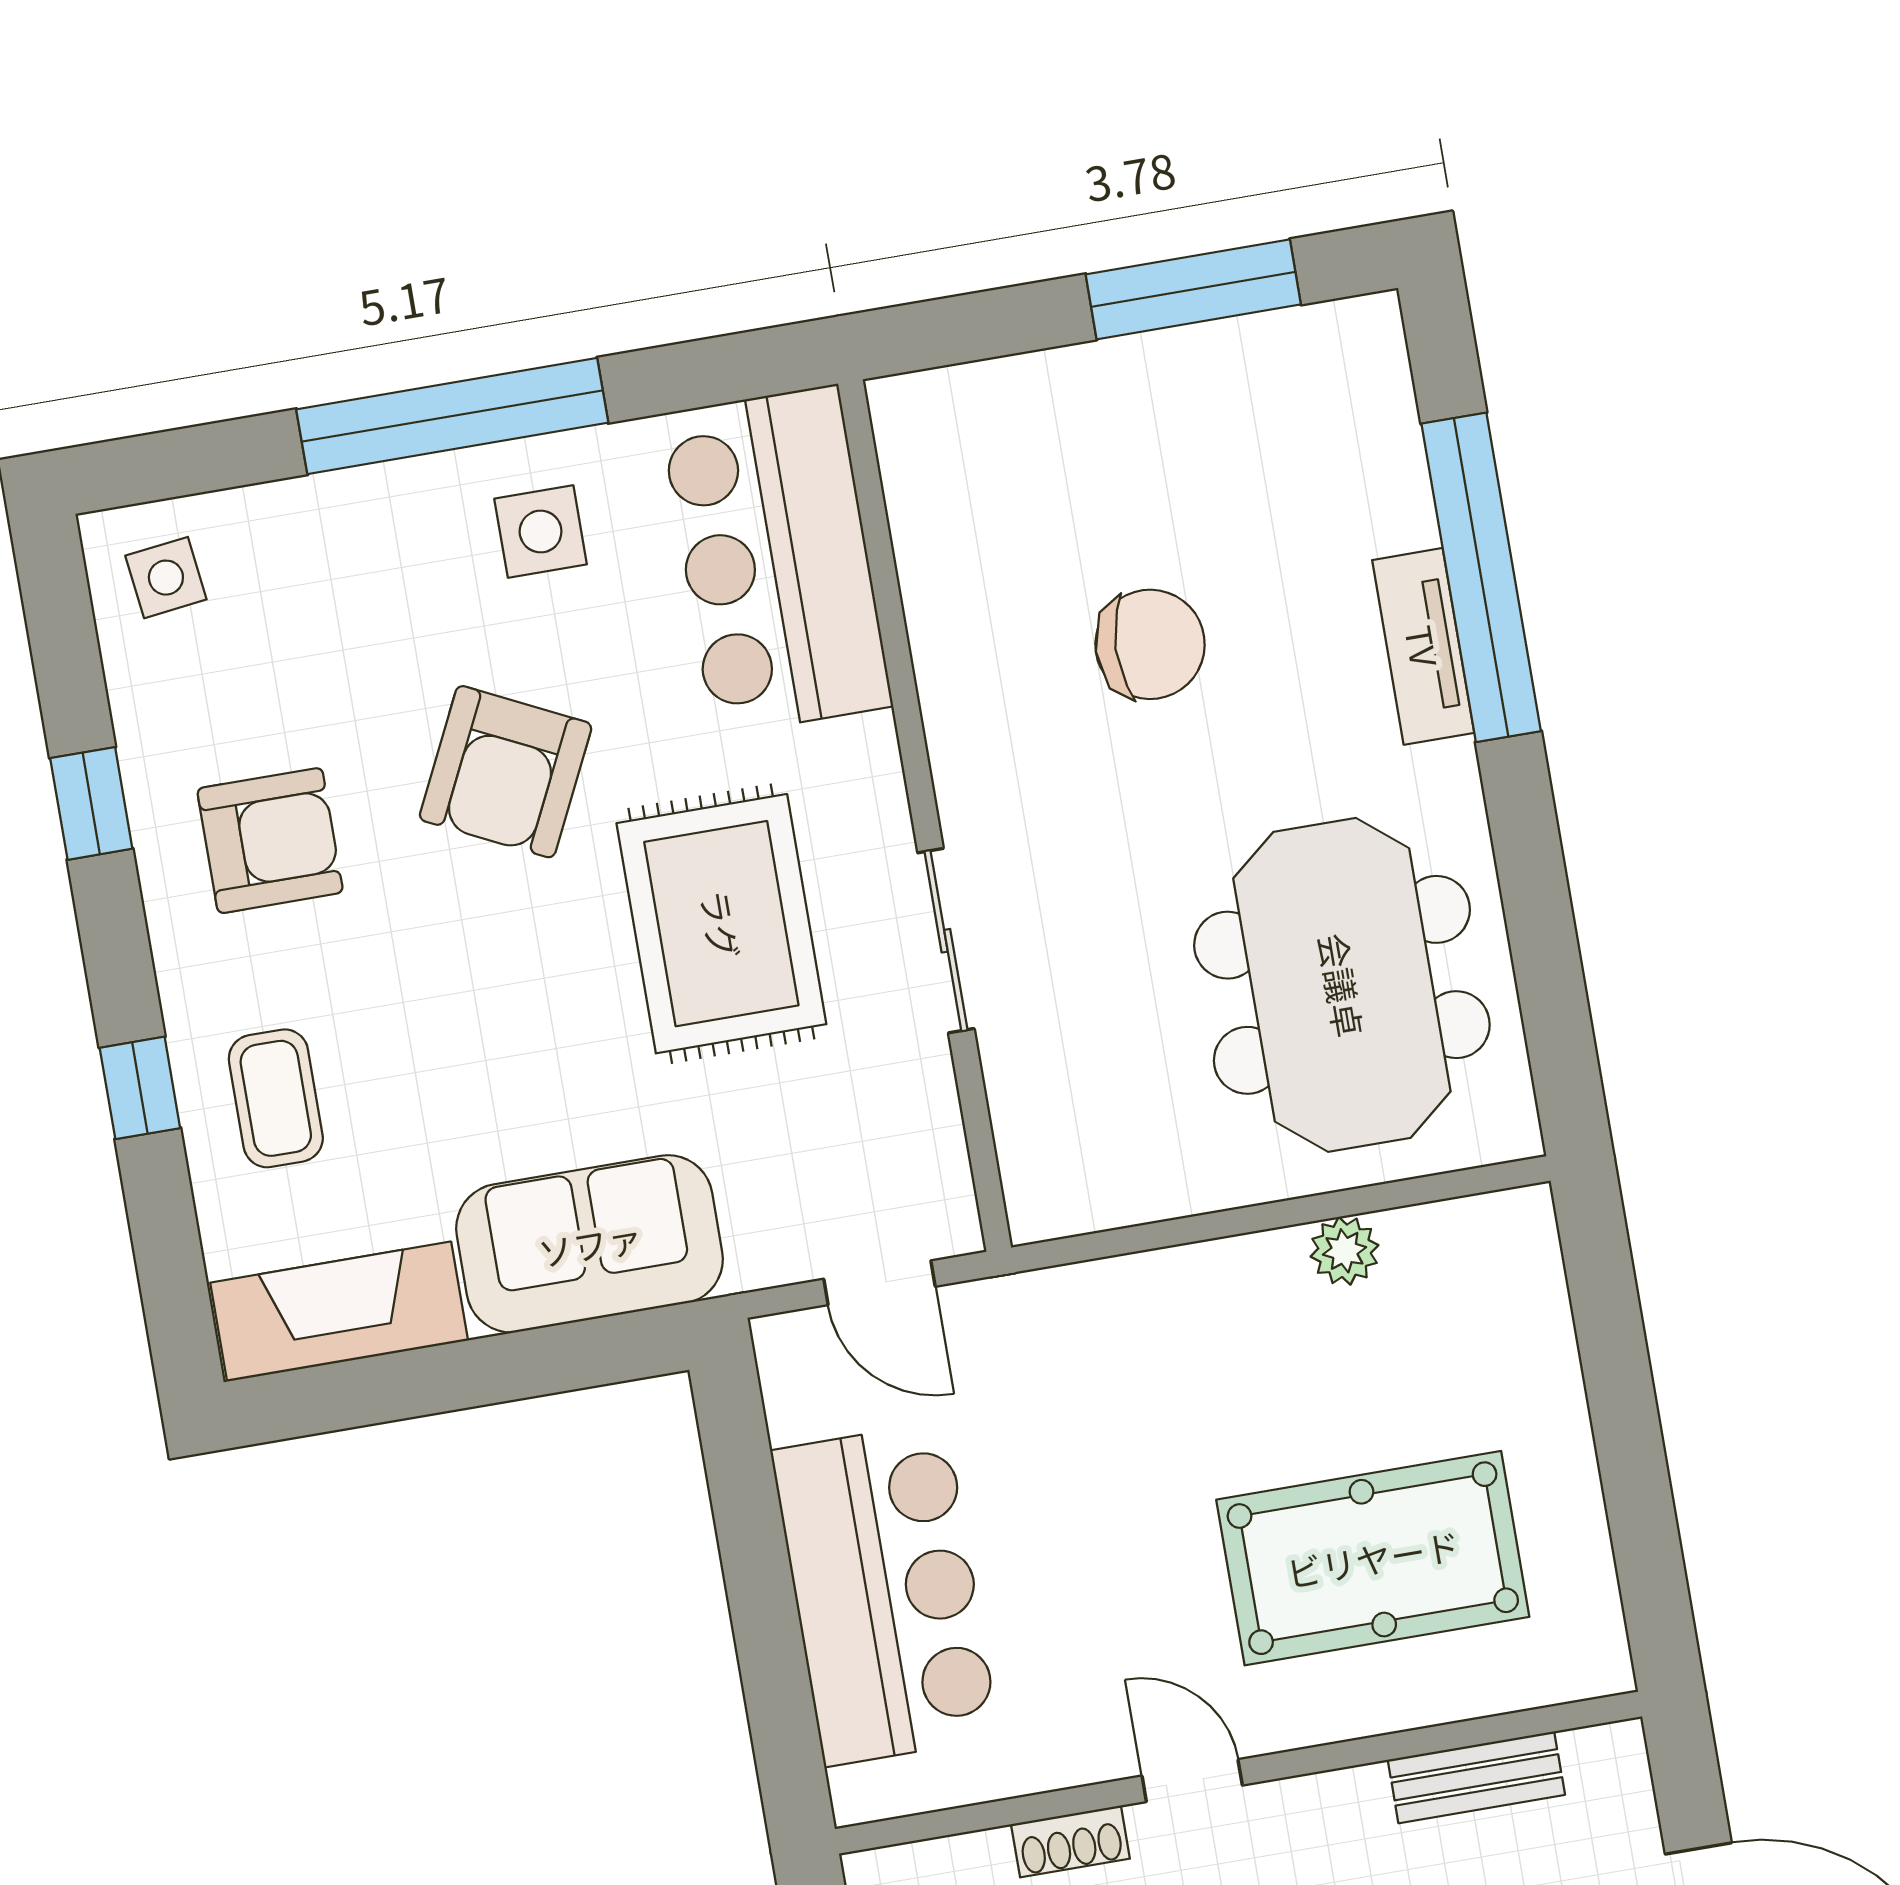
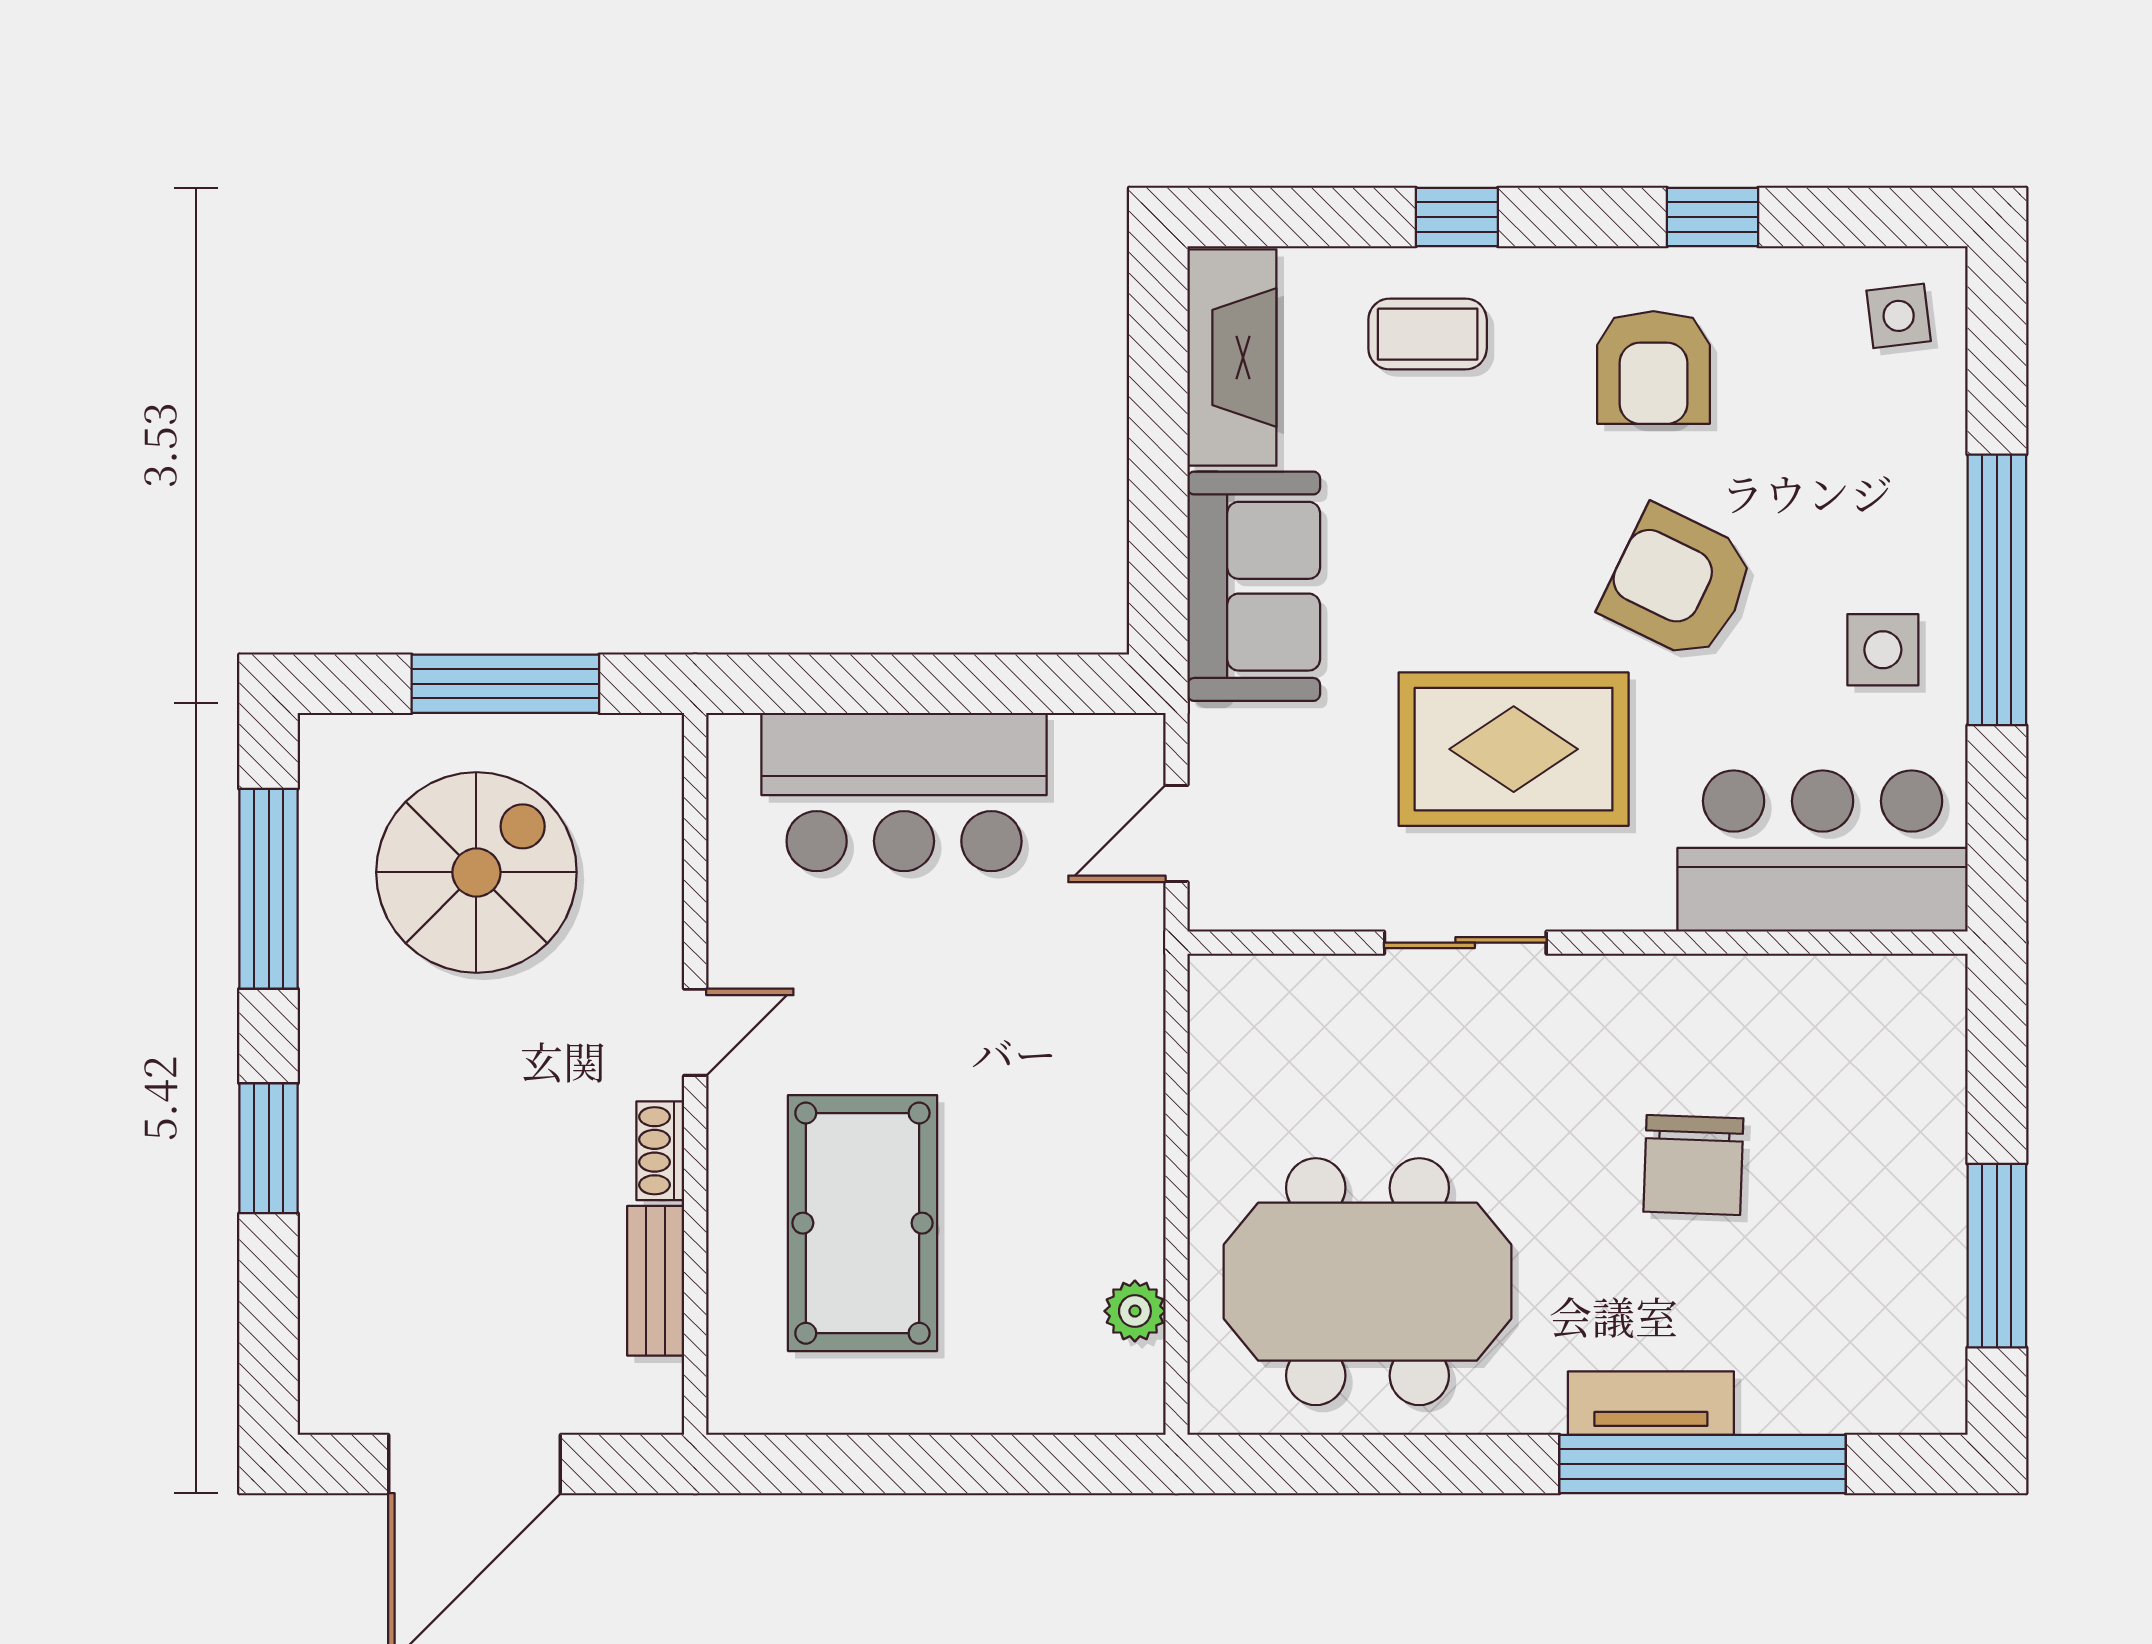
plant: (1345, 1251) -> (1135, 1311), moved
shoe rack: (1070, 1841) -> (660, 1151), moved

